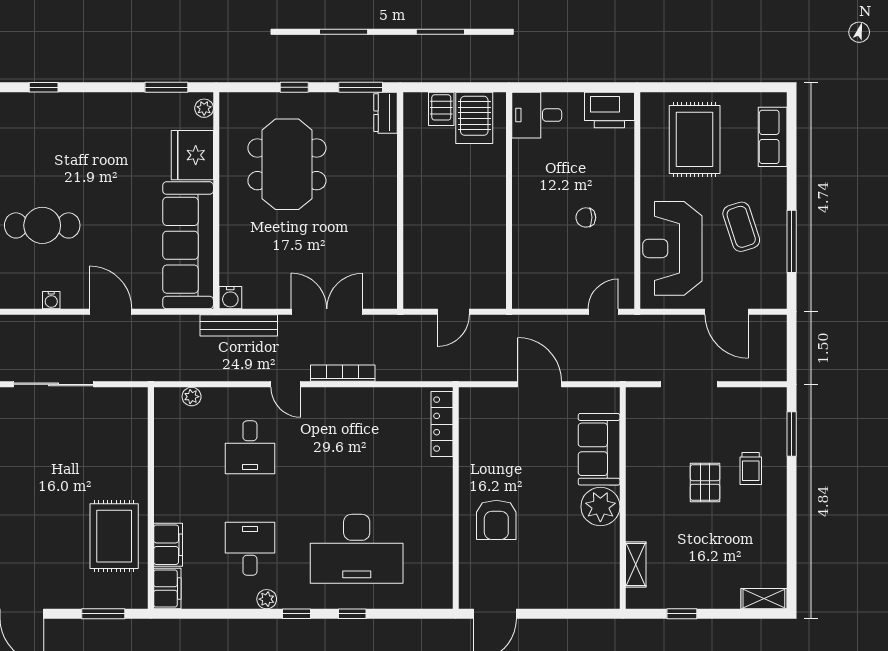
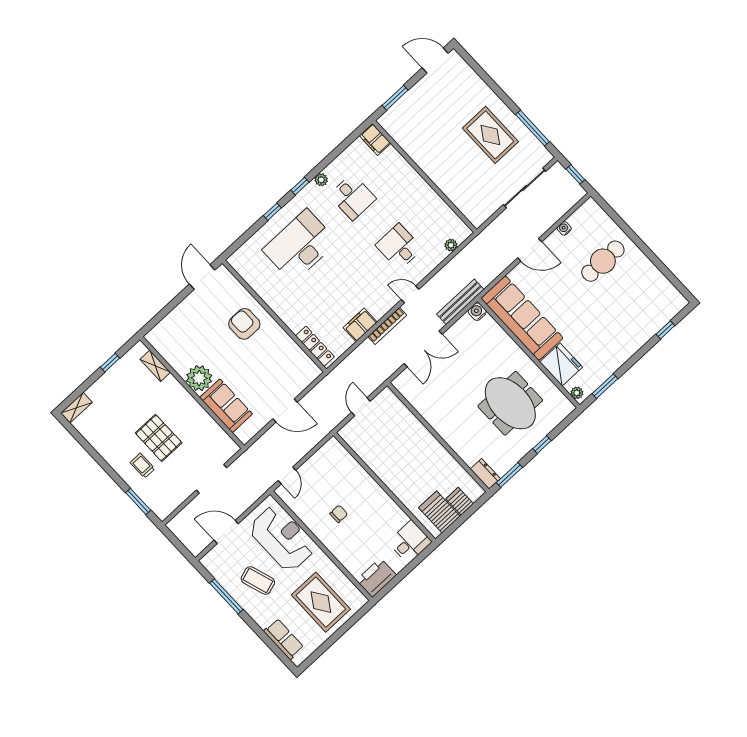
pallet: (705, 482) -> (159, 438), width x1.50, depth x1.42
rug: (114, 536) -> (490, 135), moved
filing cabinet: (168, 545) -> (360, 325), moved, turned 90

